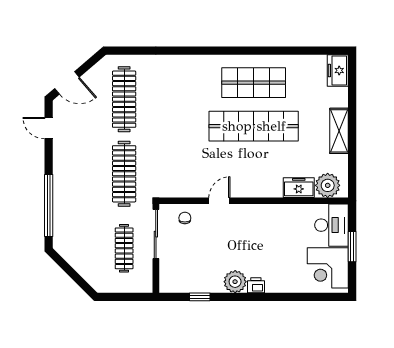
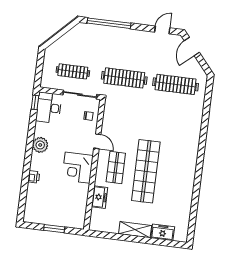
freezer: (338, 70) -> (163, 232), moved
shop shelf: (254, 83) -> (116, 168), moved, width x0.70, depth x0.74
plant: (328, 185) -> (98, 217), removed
desk: (331, 225) -> (49, 108), moved, turned 90
corner desk: (328, 268) -> (78, 168), moved, turned -90
printer: (256, 285) -> (34, 177), moved
window: (200, 297) -> (35, 102), moved

